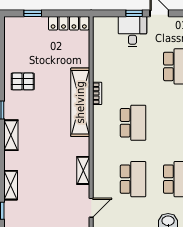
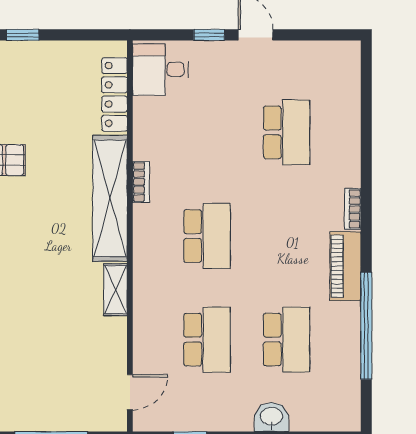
locker: (69, 23) -> (114, 94), moved, turned 90
desk: (132, 32) -> (161, 69), moved, turned -90
shelving: (83, 170) -> (116, 290), moved

